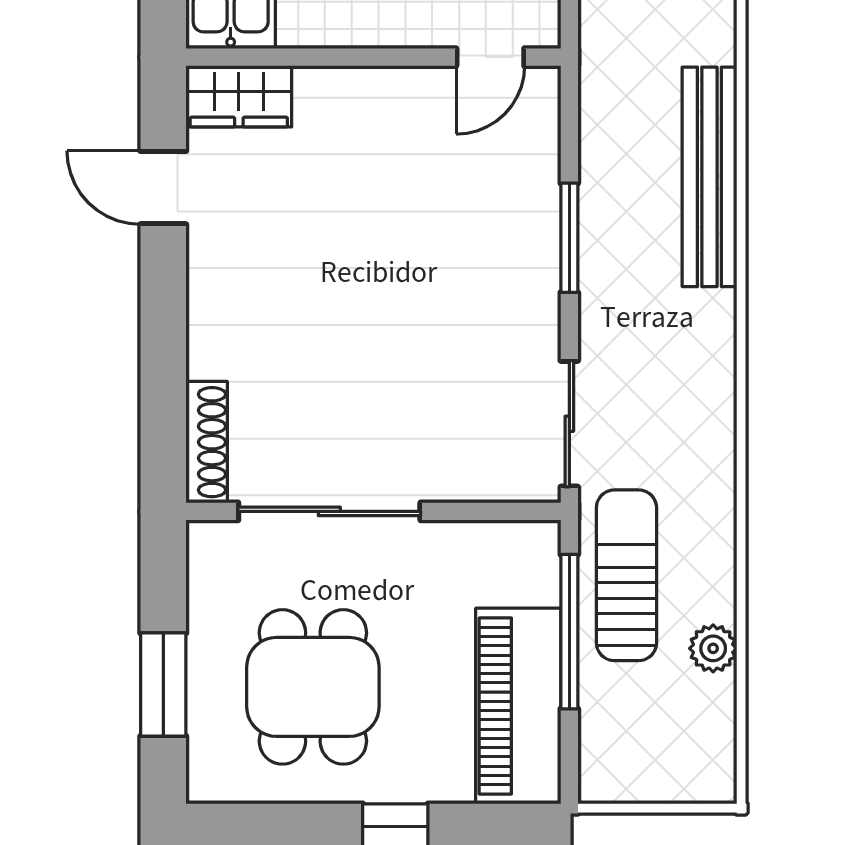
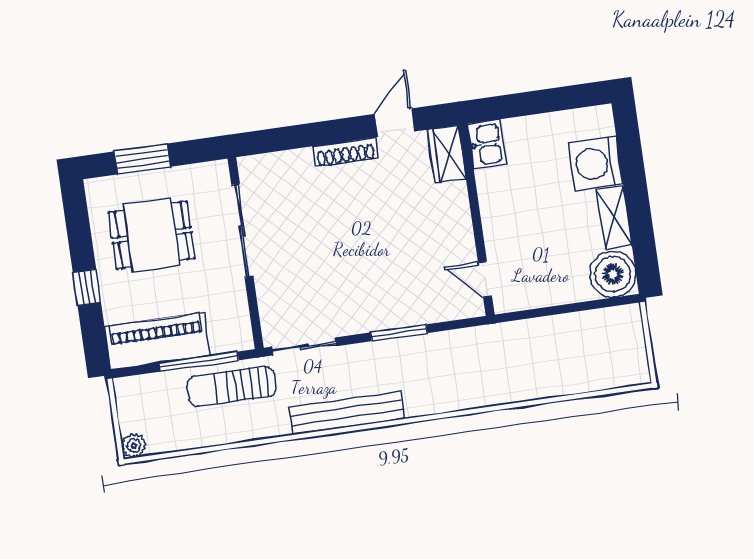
bench: (709, 177) -> (347, 413), moved
shoe rack: (207, 442) -> (345, 152), moved
sun lounger: (626, 575) -> (232, 387), turned 180
plant: (713, 648) -> (134, 446), moved

